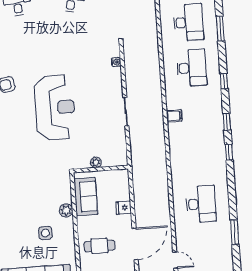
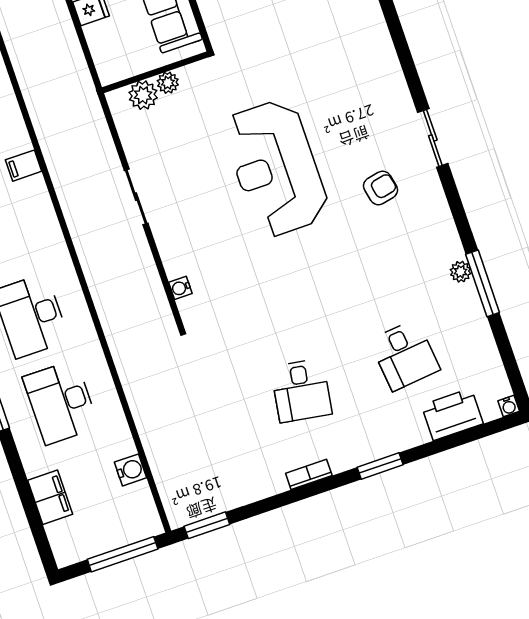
filing cabinet: (174, 116) -> (24, 166), moved
plant: (109, 160) -> (143, 95), added

